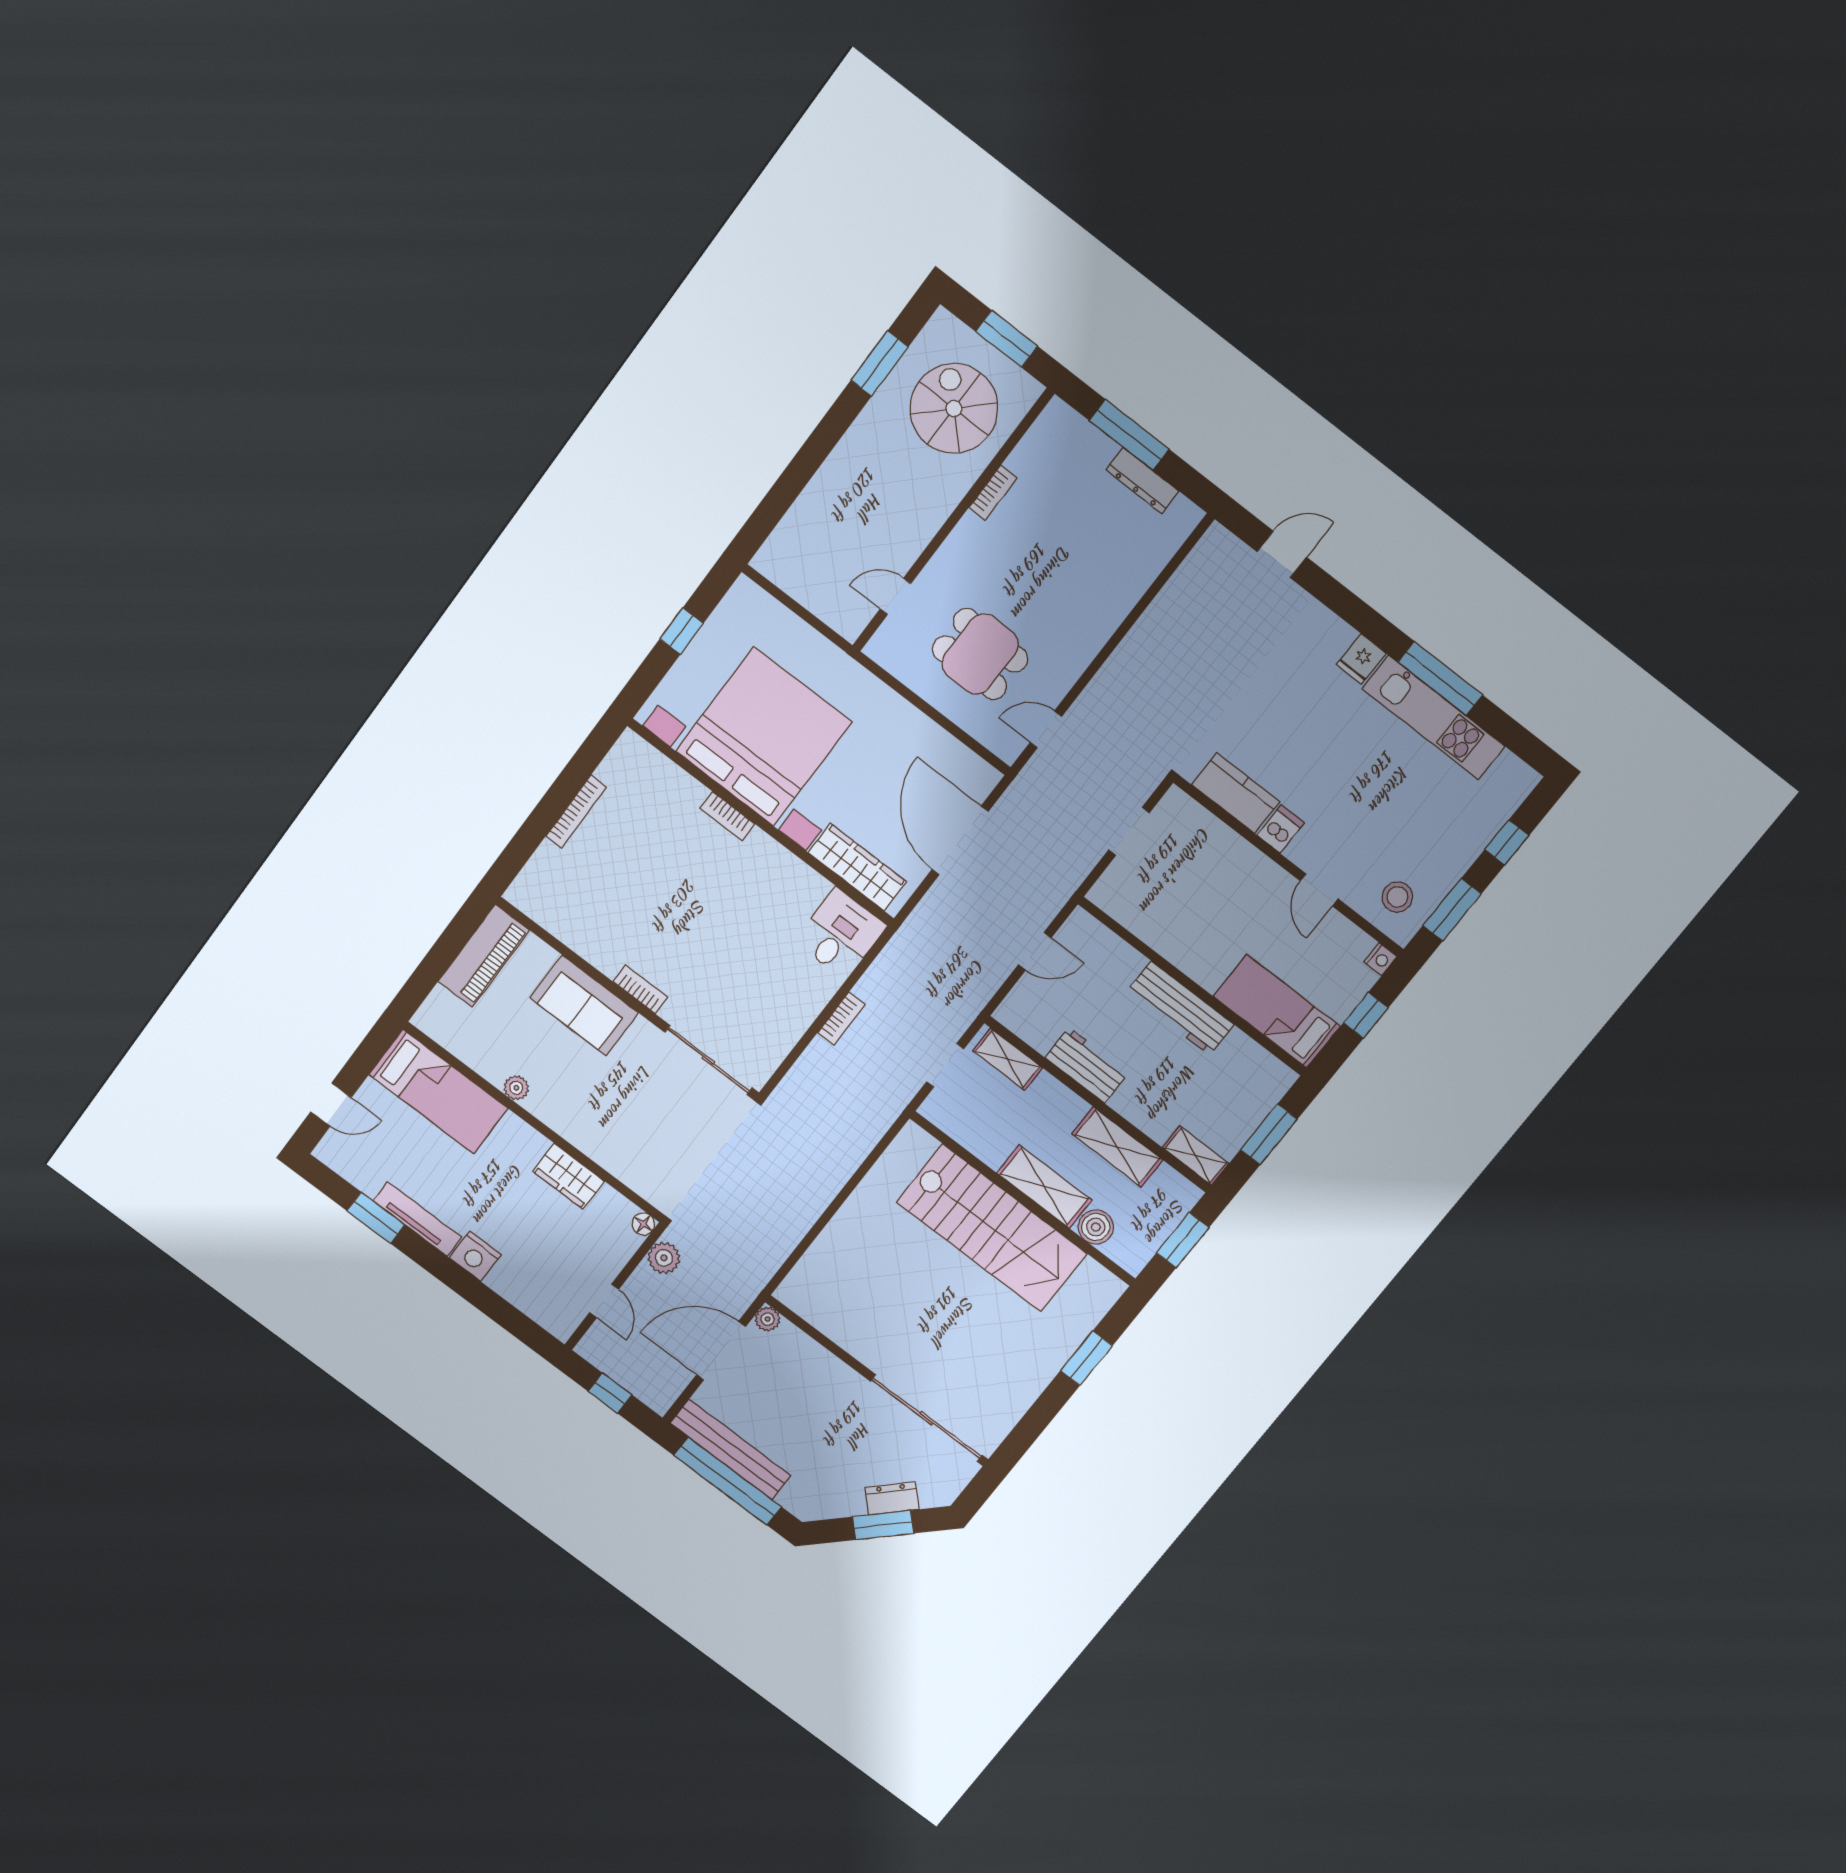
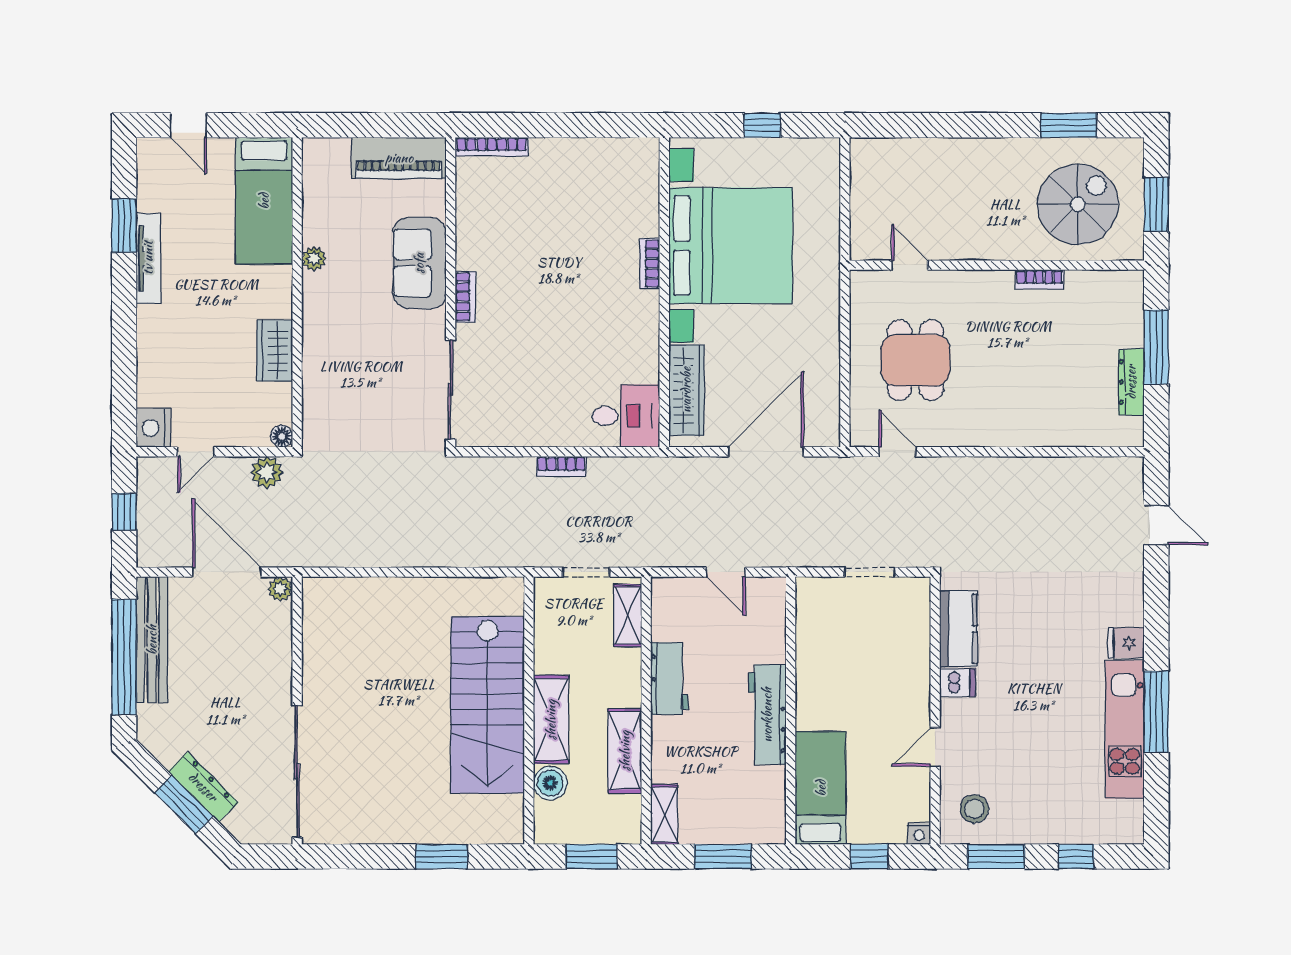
bookcase: (576, 812) -> (492, 147), moved
nightstand: (475, 1256) -> (153, 428), moved
dresser: (892, 1498) -> (203, 787), width x1.44

